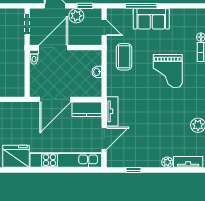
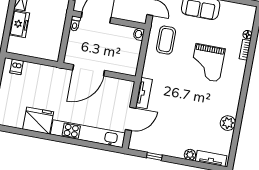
washbasin: (97, 72) -> (139, 34), moved
kitchen counter: (87, 109) -> (119, 86), removed

